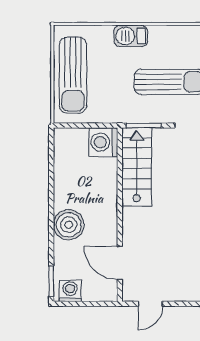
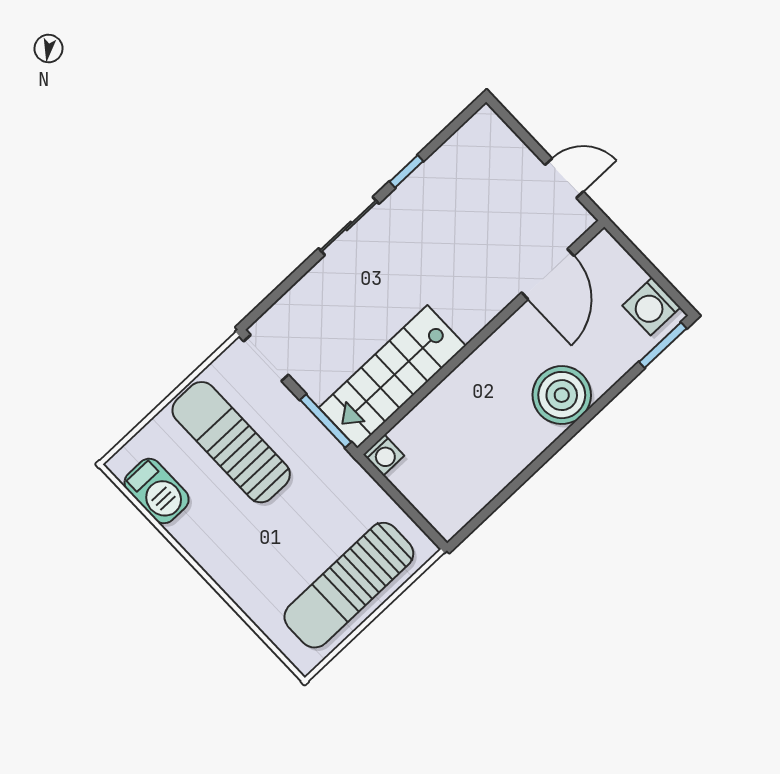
barbecue: (131, 36) -> (157, 491), moved
sun lounger: (73, 75) -> (349, 585), turned 180
washing machine: (103, 142) -> (384, 455), width x0.53, depth x0.53

